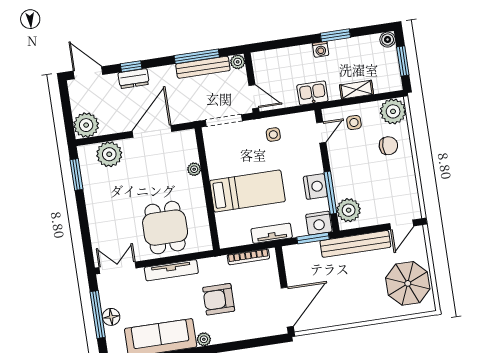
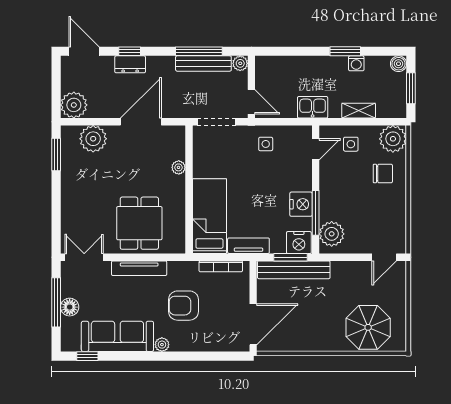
washing machine: (321, 49) -> (356, 63), moved
bed: (247, 191) -> (209, 216), moved, turned -90
bench: (355, 244) -> (294, 270), moved
parasol: (408, 283) -> (368, 327), moved

